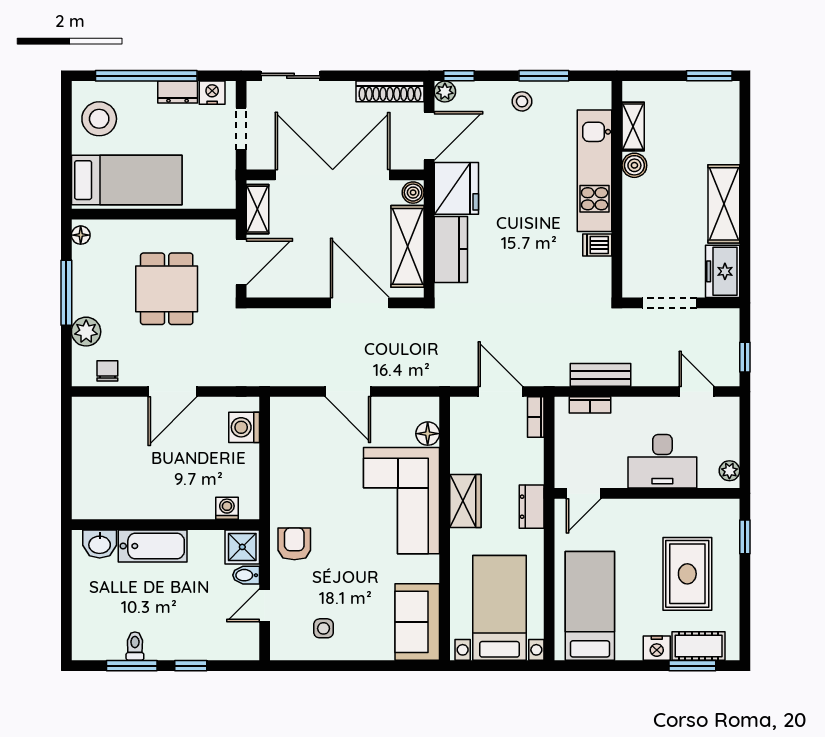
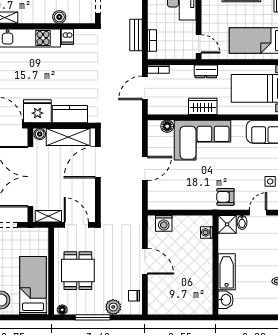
boiler: (634, 165) -> (59, 17), moved
dining table: (167, 289) -> (78, 271), moved, turned 90
door: (265, 605) -> (258, 213), swing flipped

